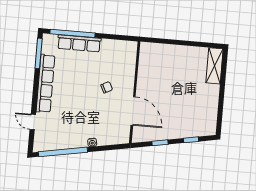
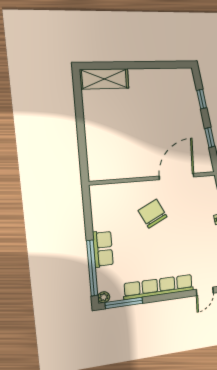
plant: (47, 38) -> (104, 297), added
row of seats: (79, 43) -> (103, 249), width x0.68
chair: (107, 87) -> (153, 214), width x1.87, depth x1.87

